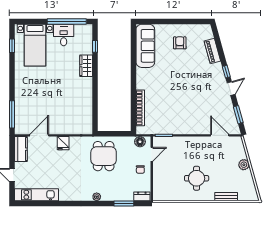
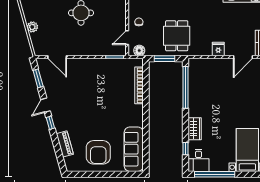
desk: (64, 35) -> (198, 160), moved
armchair: (180, 43) -> (98, 152), width x1.88, depth x1.88
window: (95, 106) -> (185, 87), added
window: (115, 134) -> (164, 59), added

